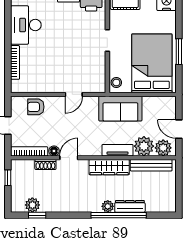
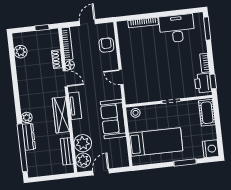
window: (179, 52) -> (185, 163), moved
bed: (152, 63) -> (156, 142), width x0.67
tv unit: (117, 150) -> (75, 106), moved
bench: (151, 165) -> (67, 151), width x0.73
window: (37, 215) -> (12, 57), removed
window: (119, 215) -> (22, 148), moved

